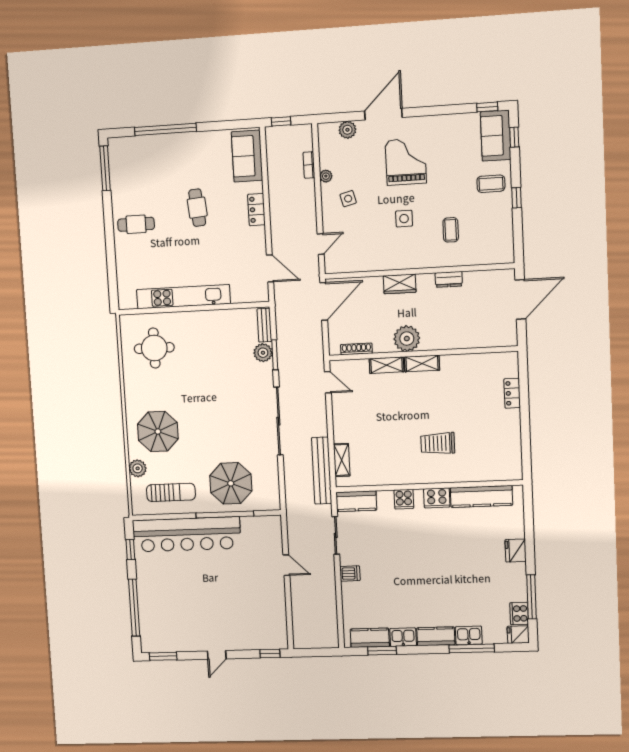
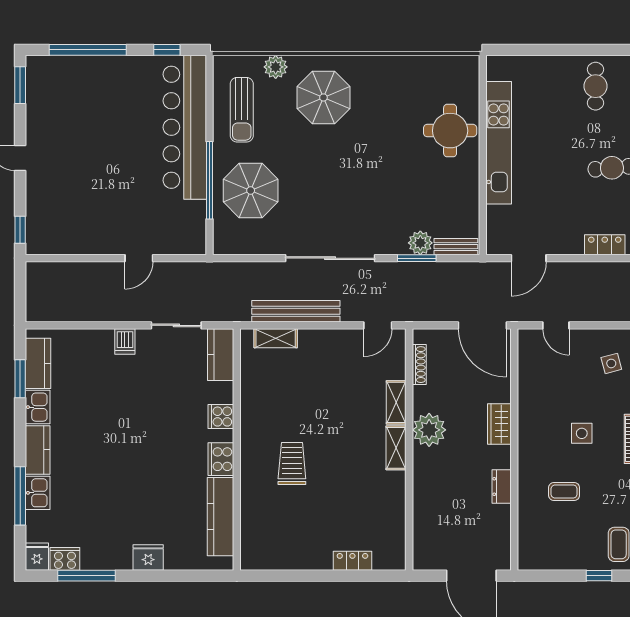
round table: (154, 348) -> (450, 131), moved
bench: (322, 471) -> (296, 311), moved

